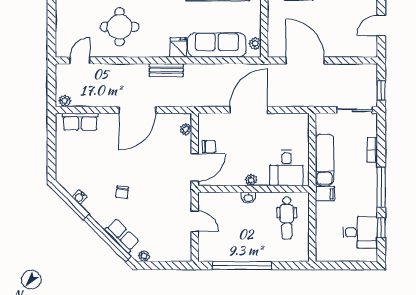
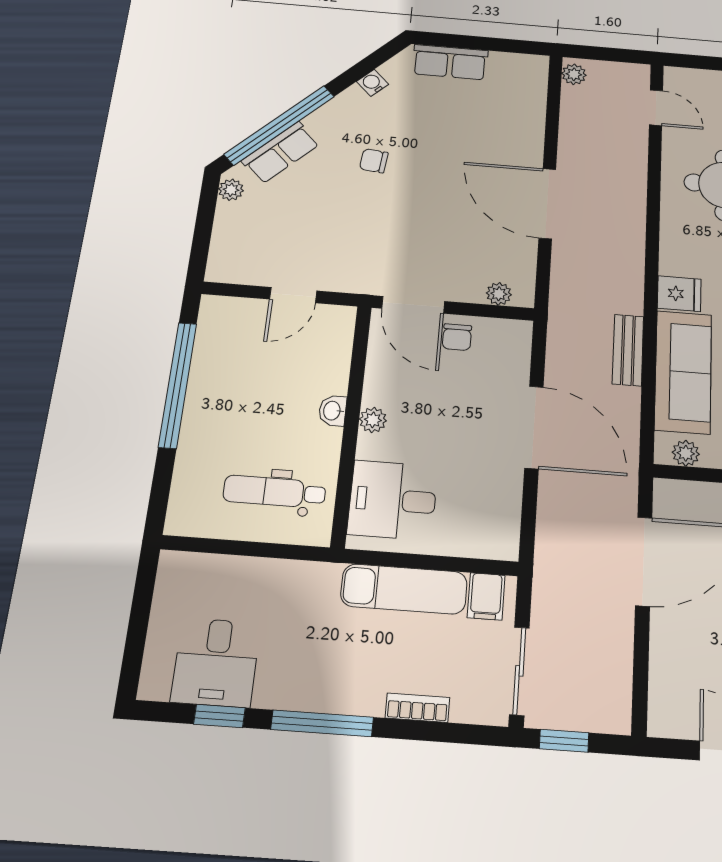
bench: (166, 70) -> (628, 350), moved
row of seats: (80, 122) -> (450, 62), moved, turned -90
filing cabinet: (325, 194) -> (486, 596), moved

